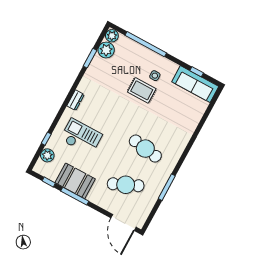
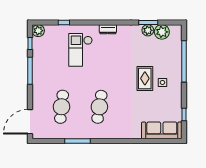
plant: (112, 36) -> (148, 30), moved
sofa: (195, 84) -> (162, 130), moved, turned 90
checkout: (81, 137) -> (81, 50), turned 180
plant: (47, 155) -> (38, 31), moved
booth: (75, 181) -> (43, 64), removed
cafe table: (126, 185) -> (62, 107), turned 30

